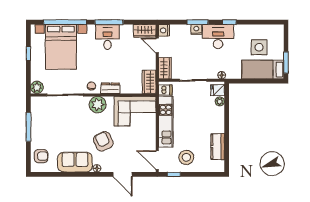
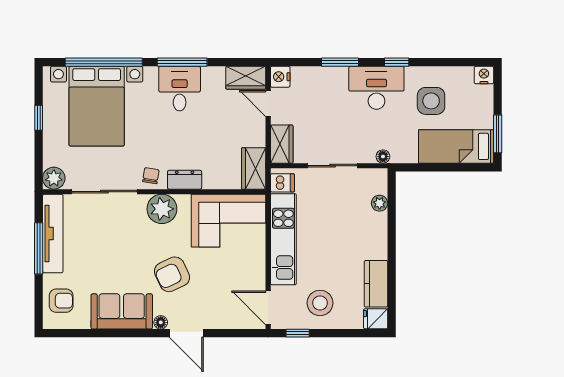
nightstand: (196, 29) -> (484, 75), moved
side table: (259, 47) -> (431, 101), moved
fridge: (218, 90) -> (376, 319), moved
tv unit: (36, 118) -> (53, 233), added
armchair: (103, 141) -> (172, 274), turned -90
door: (123, 174) -> (186, 333), moved

